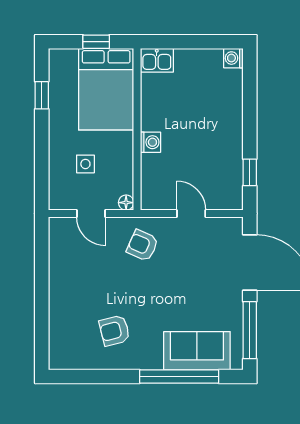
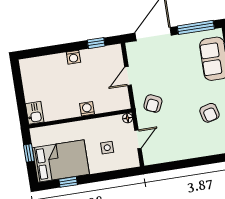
washing machine: (233, 58) -> (73, 57), moved
bed: (106, 89) -> (61, 161), moved

